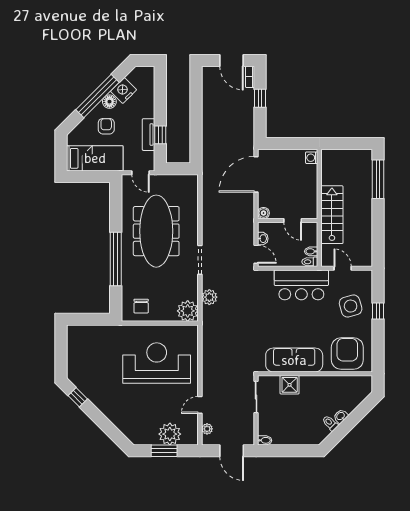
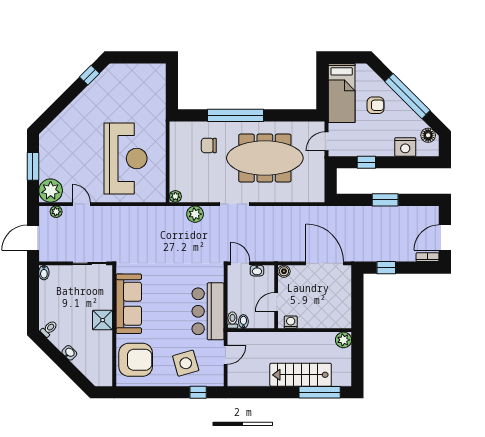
nightstand: (123, 91) -> (405, 147), moved, turned 135
window: (260, 98) -> (386, 268), moved
floor lamp: (109, 102) -> (428, 135), moved
window: (196, 117) -> (385, 200), added
tv unit: (148, 135) -> (367, 150), removed
plant: (329, 157) -> (343, 340), added
washing machine: (312, 158) -> (291, 322), moved
stairs: (332, 215) -> (301, 375), moved, turned 180
door: (256, 254) -> (240, 263), swing flipped
chair: (141, 306) -> (209, 145), moved
plant: (188, 311) -> (175, 196), width x0.53, depth x0.53
window: (378, 311) -> (198, 392), moved
shower: (290, 385) -> (103, 320), moved
toilet: (330, 423) -> (49, 329), moved
plant: (170, 434) -> (51, 191), moved

